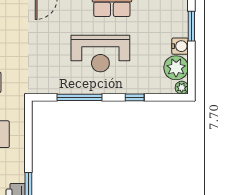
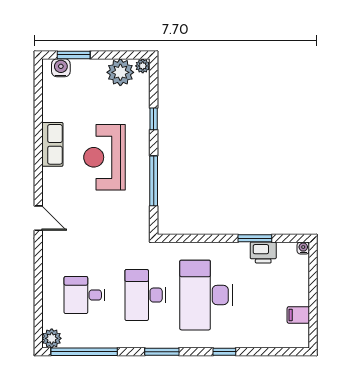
water cooler: (180, 46) -> (61, 68), moved
reception desk: (100, 54) -> (104, 157), turned 180

